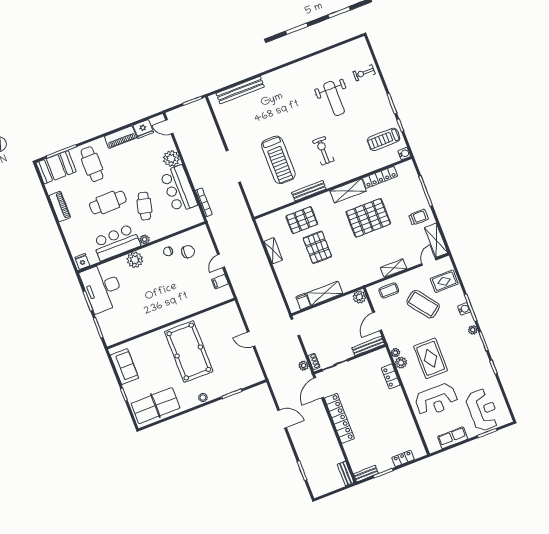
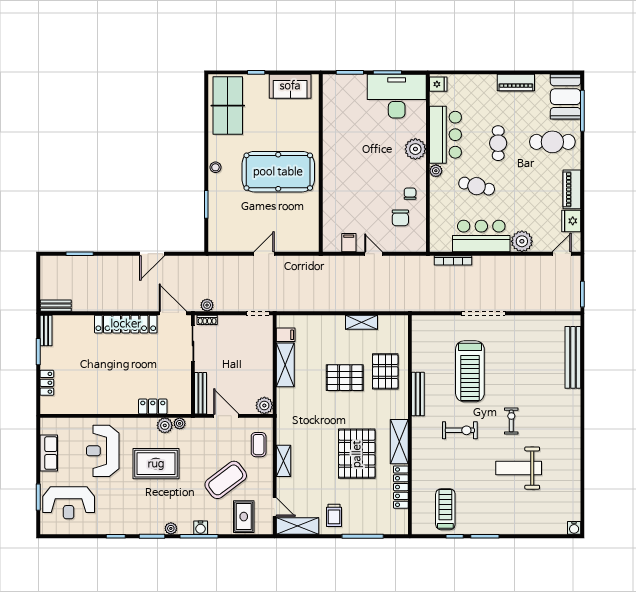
exercise bike: (364, 73) -> (511, 421), moved
water cooler: (404, 154) -> (574, 528), moved
treadmill: (278, 160) -> (470, 371), turned -90
cafe table: (108, 202) -> (498, 143), width x0.73, depth x0.74

